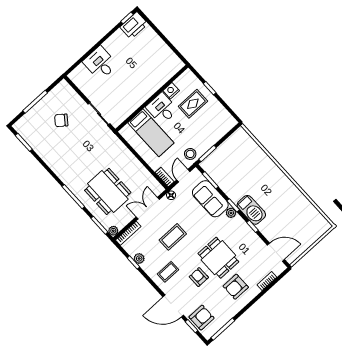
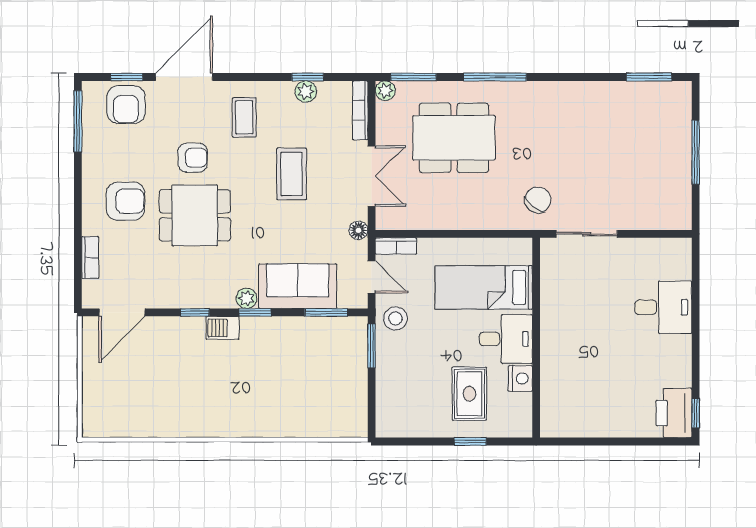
chair: (61, 120) -> (538, 200), moved
barbecue: (251, 210) -> (222, 328), width x0.53, depth x0.65
armchair: (236, 287) -> (125, 201), turned 90

